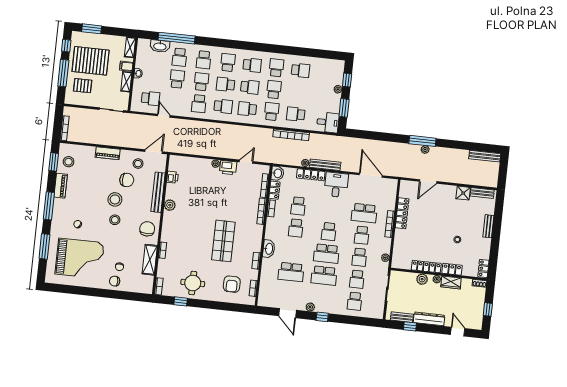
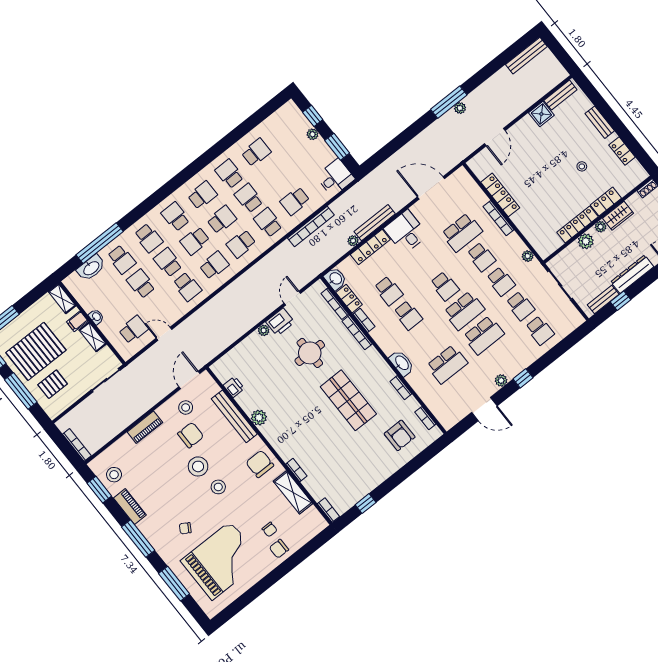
locker: (483, 268) -> (622, 151), moved
round table: (193, 283) -> (310, 353), moved

